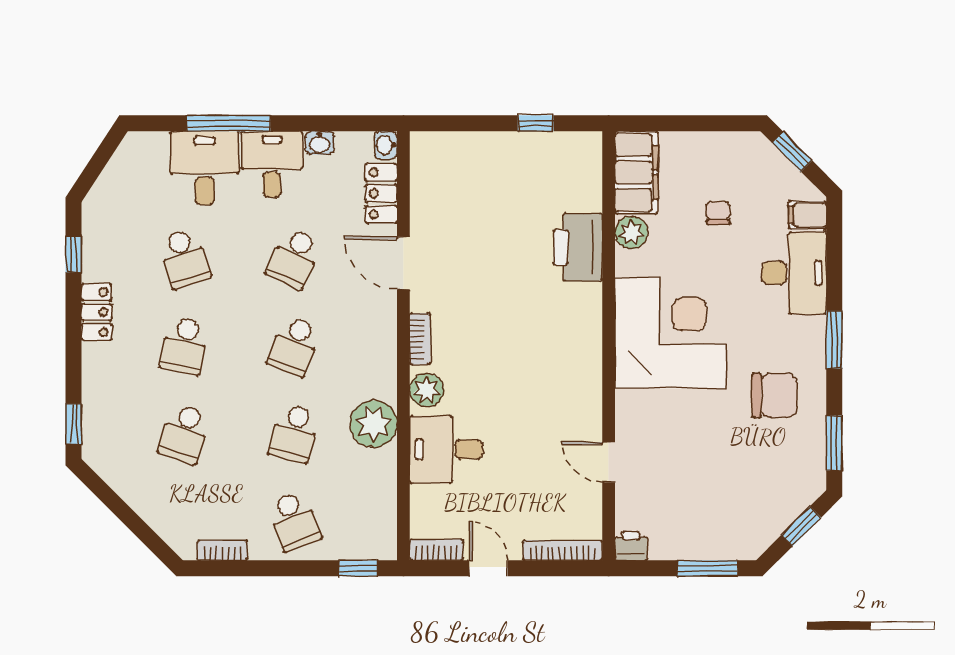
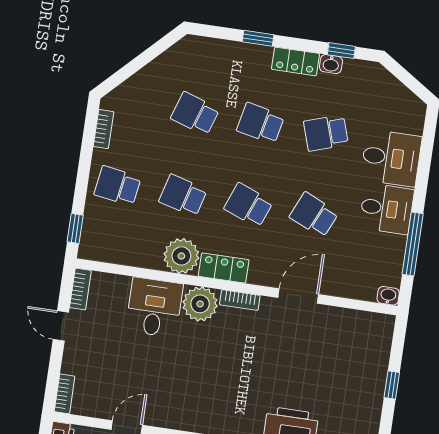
window: (229, 123) -> (413, 244), moved
window: (536, 123) -> (392, 385), moved
washbasin: (320, 143) -> (331, 64), moved, turned -90
locker: (381, 193) -> (224, 268), moved
plant: (427, 390) -> (200, 304), width x1.36, depth x1.36
window: (74, 424) -> (258, 38), moved
school desk: (294, 521) -> (118, 186), turned 30
bookcase: (563, 550) -> (65, 394), width x0.64
door: (488, 568) -> (61, 326), swing flipped

